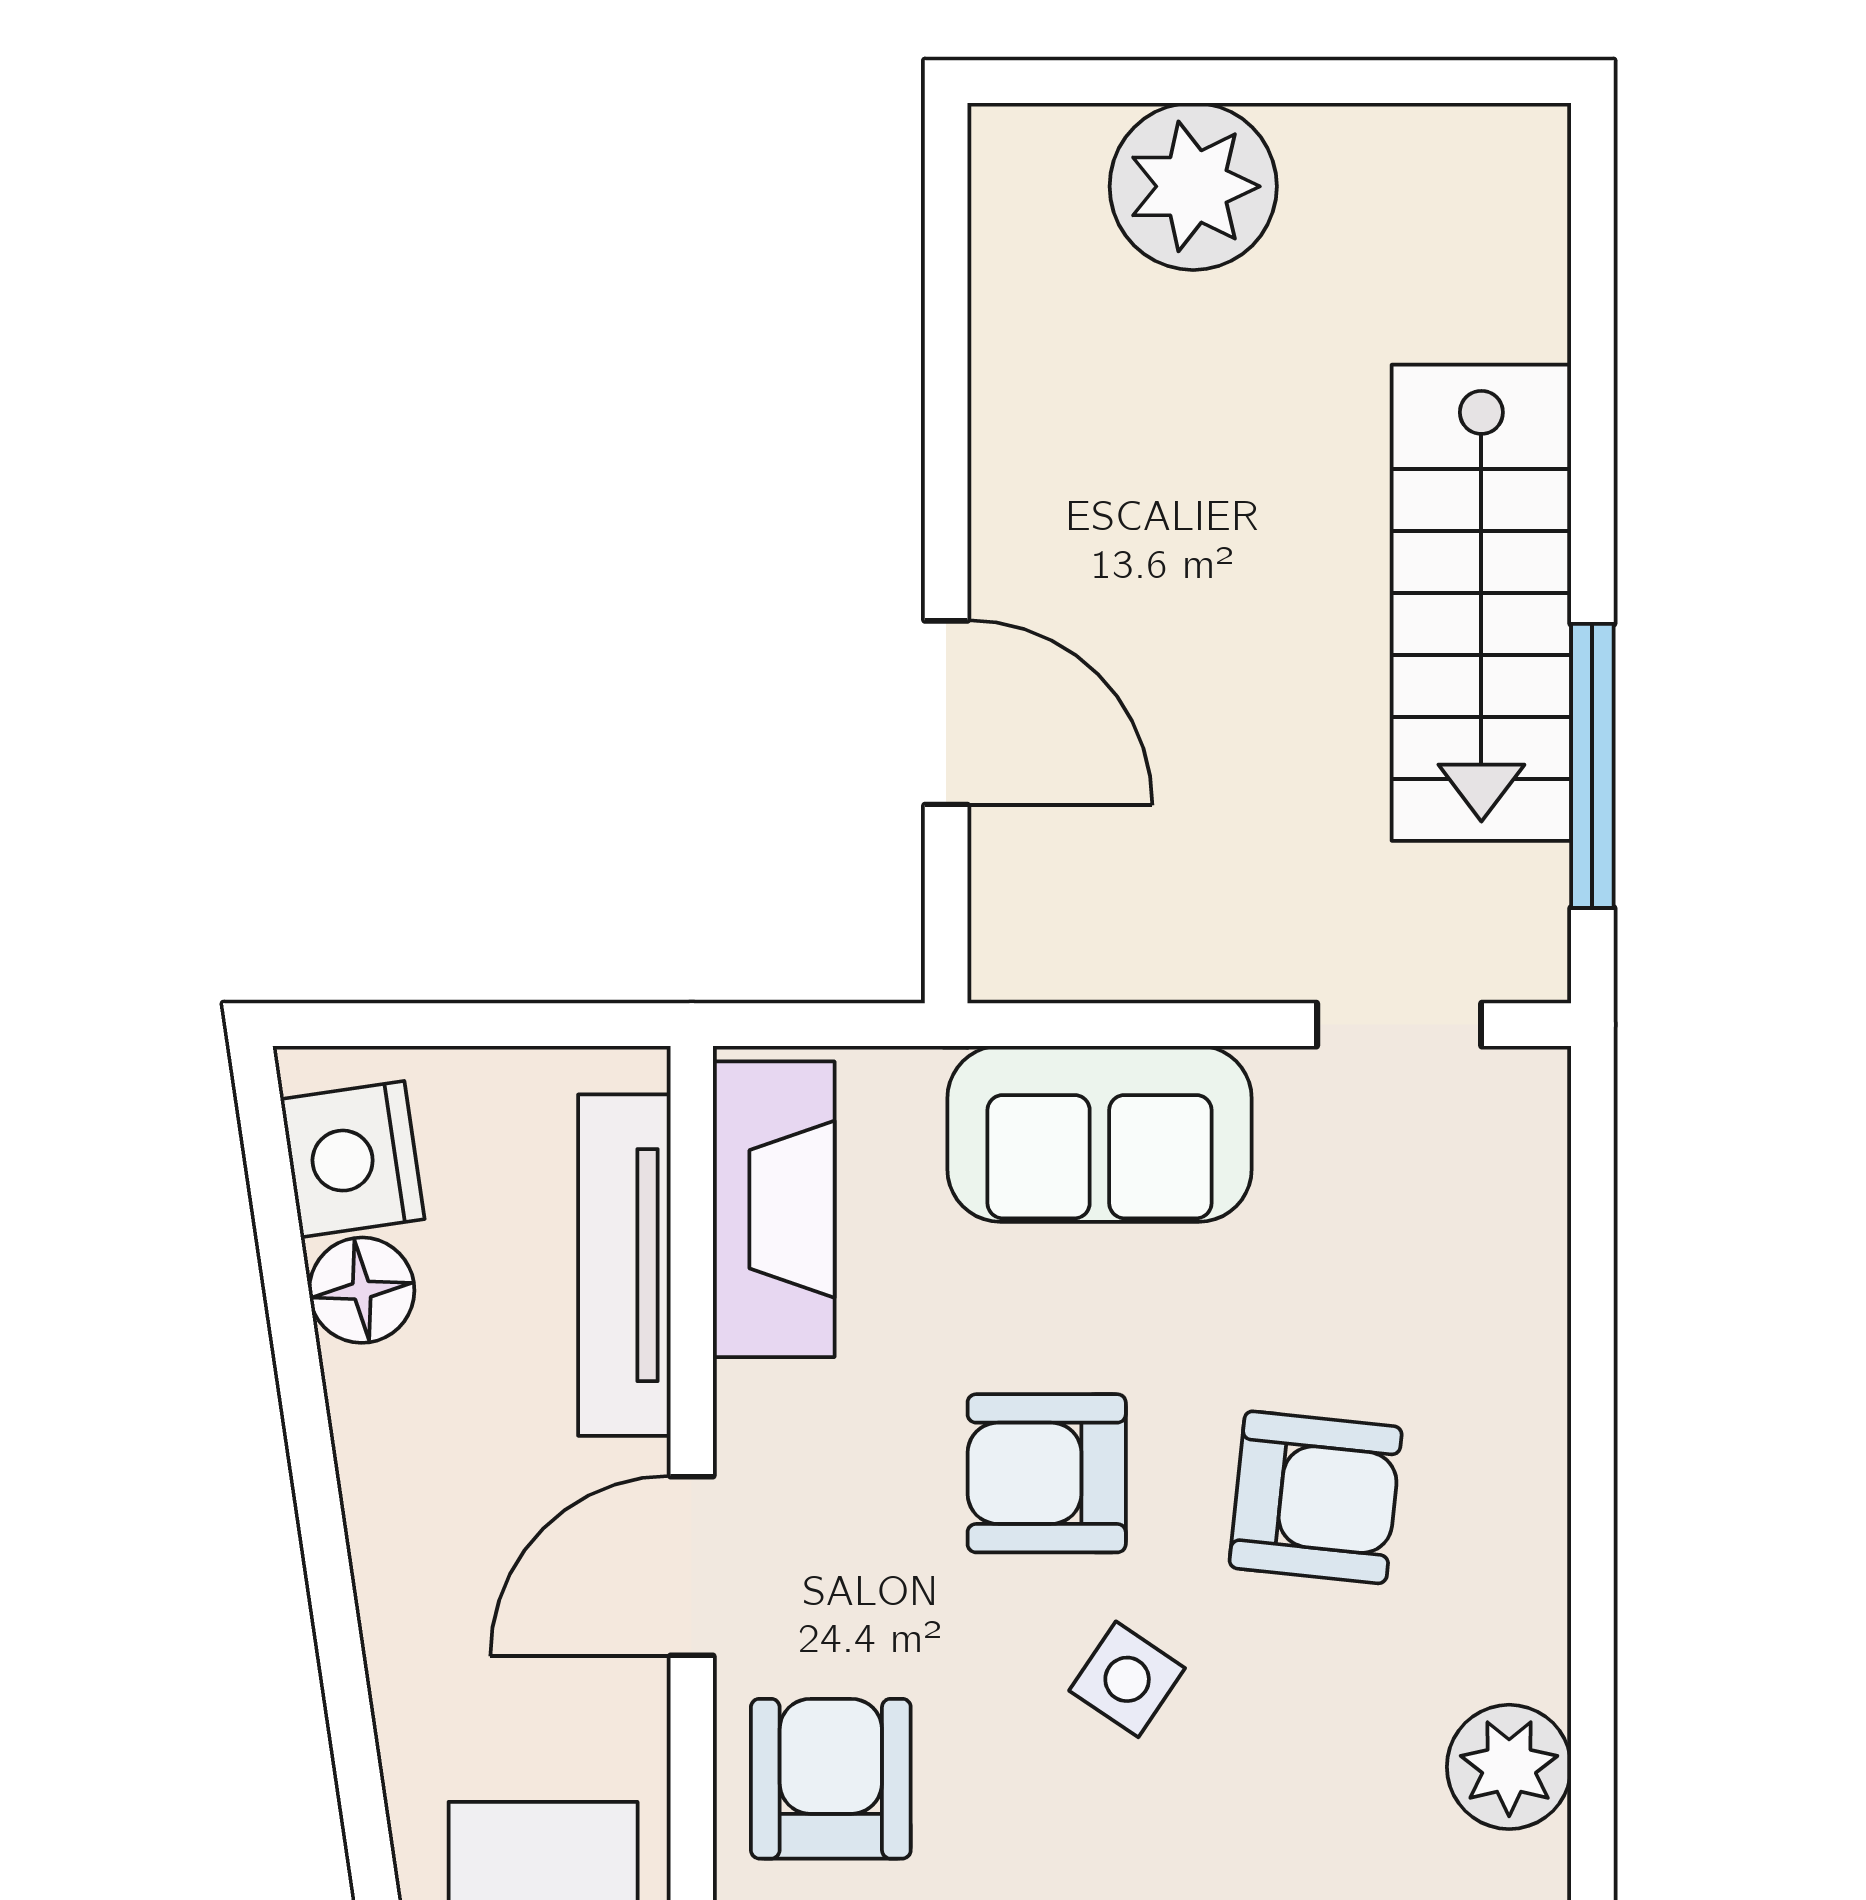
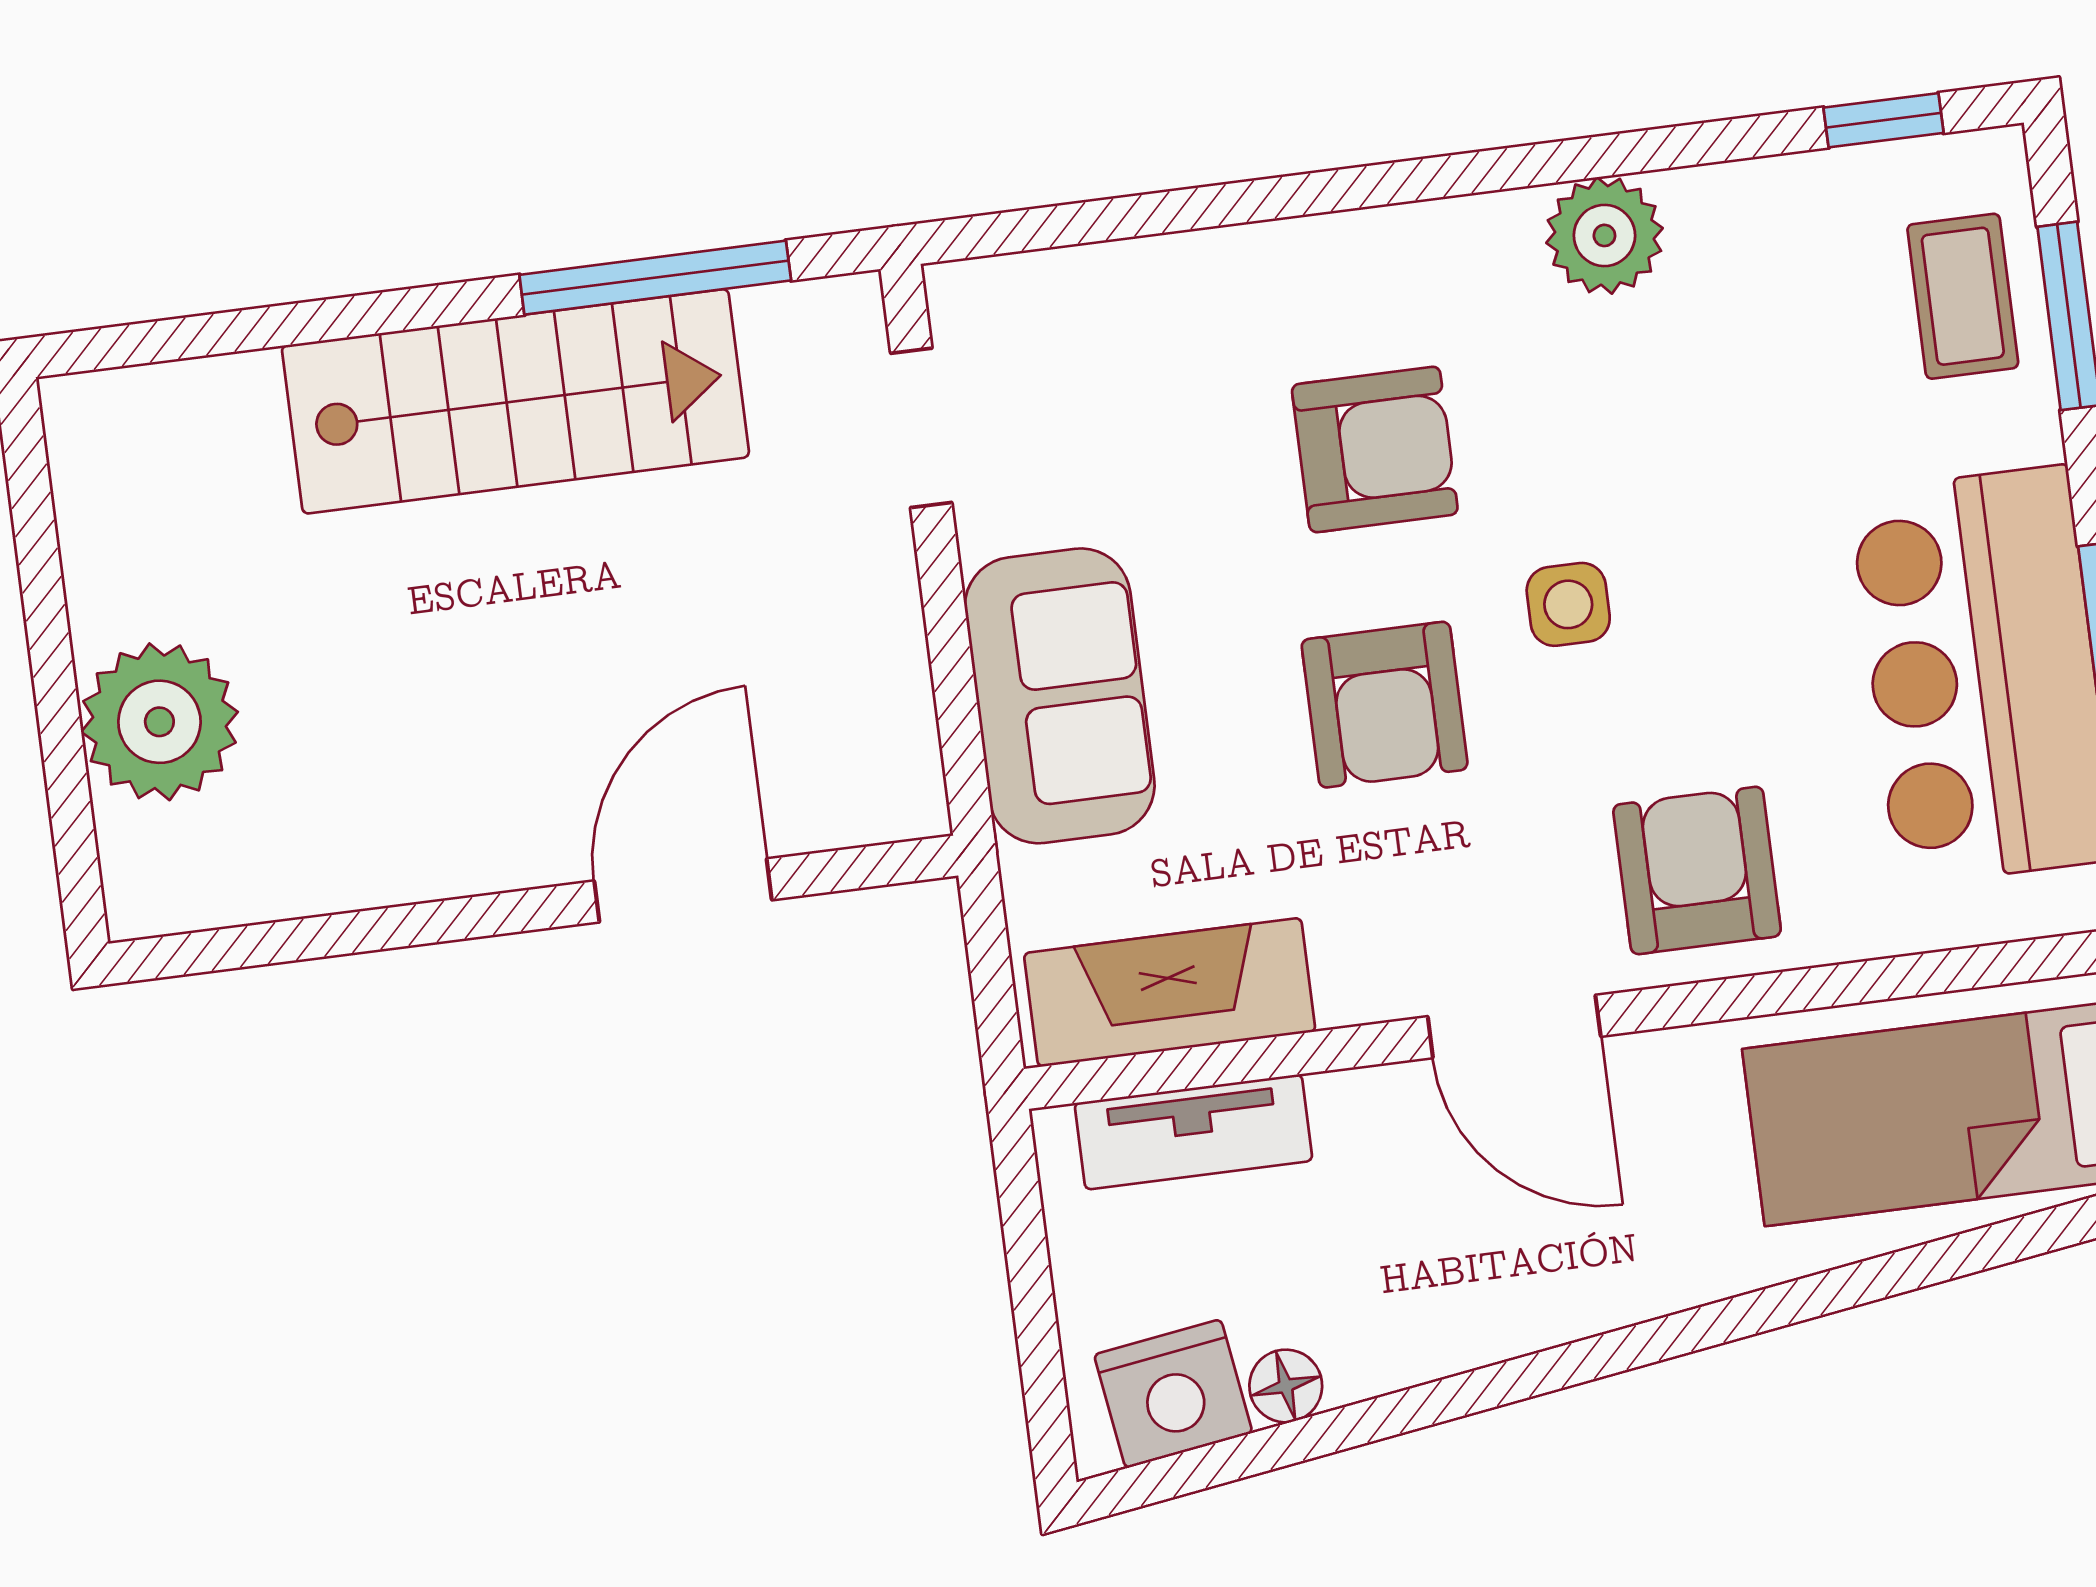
tv unit: (624, 1265) -> (1193, 1132), width x0.71
floor lamp: (362, 1290) -> (1286, 1386), width x0.73, depth x0.73
armchair: (1316, 1497) -> (1375, 449), turned 84
side table: (1127, 1679) -> (1568, 604), turned -34
armchair: (831, 1779) -> (1697, 870), turned 90

